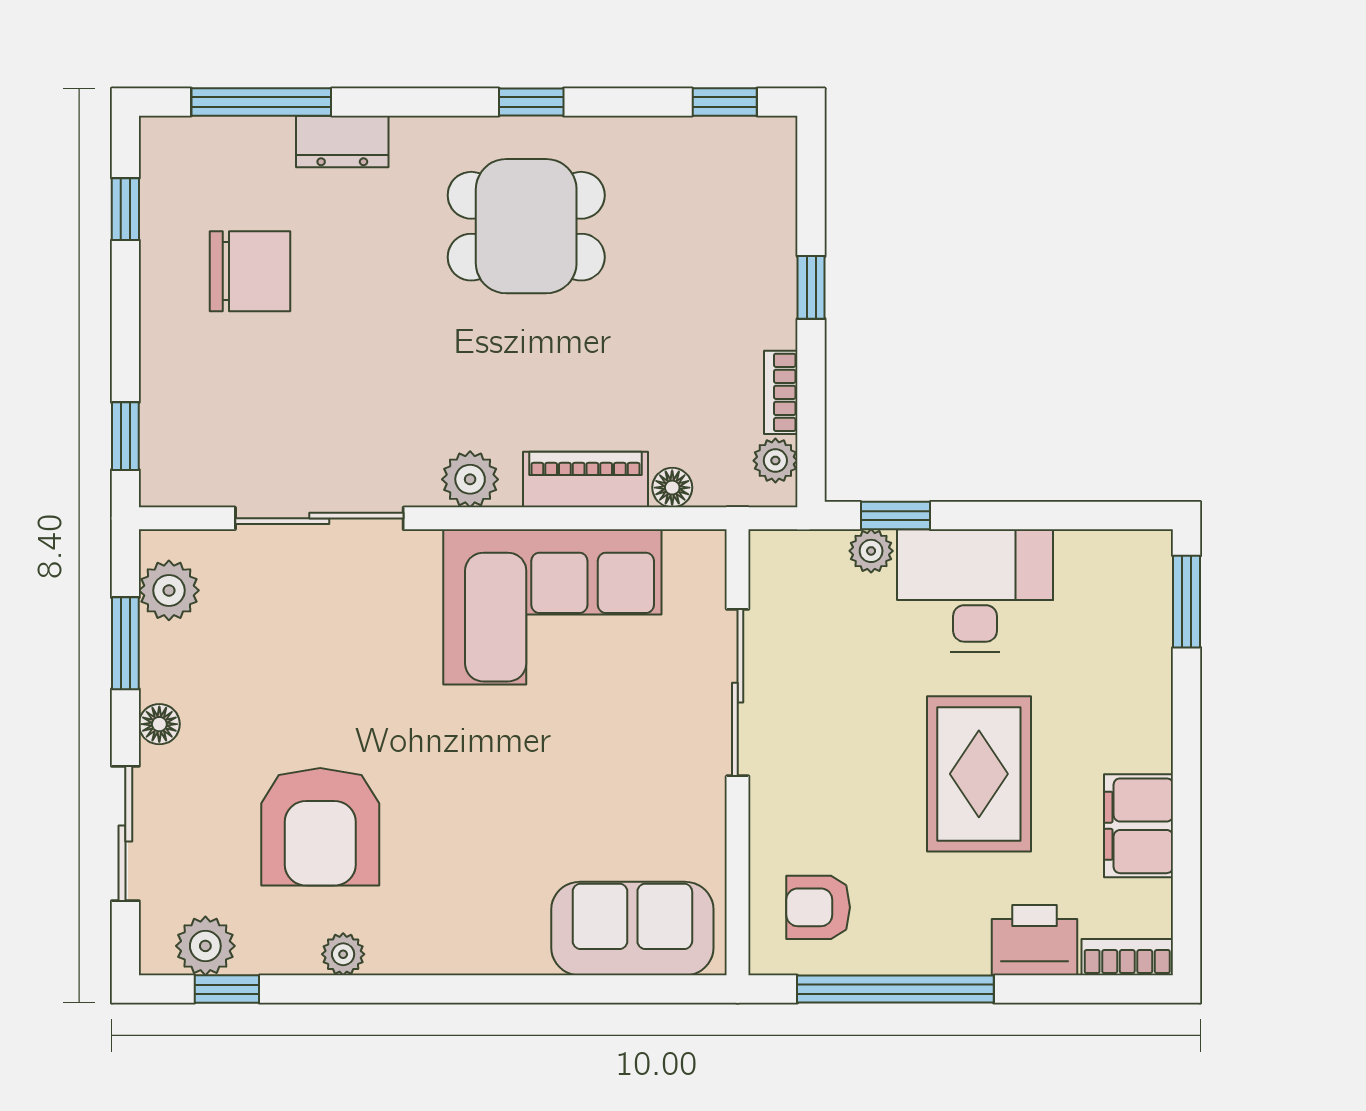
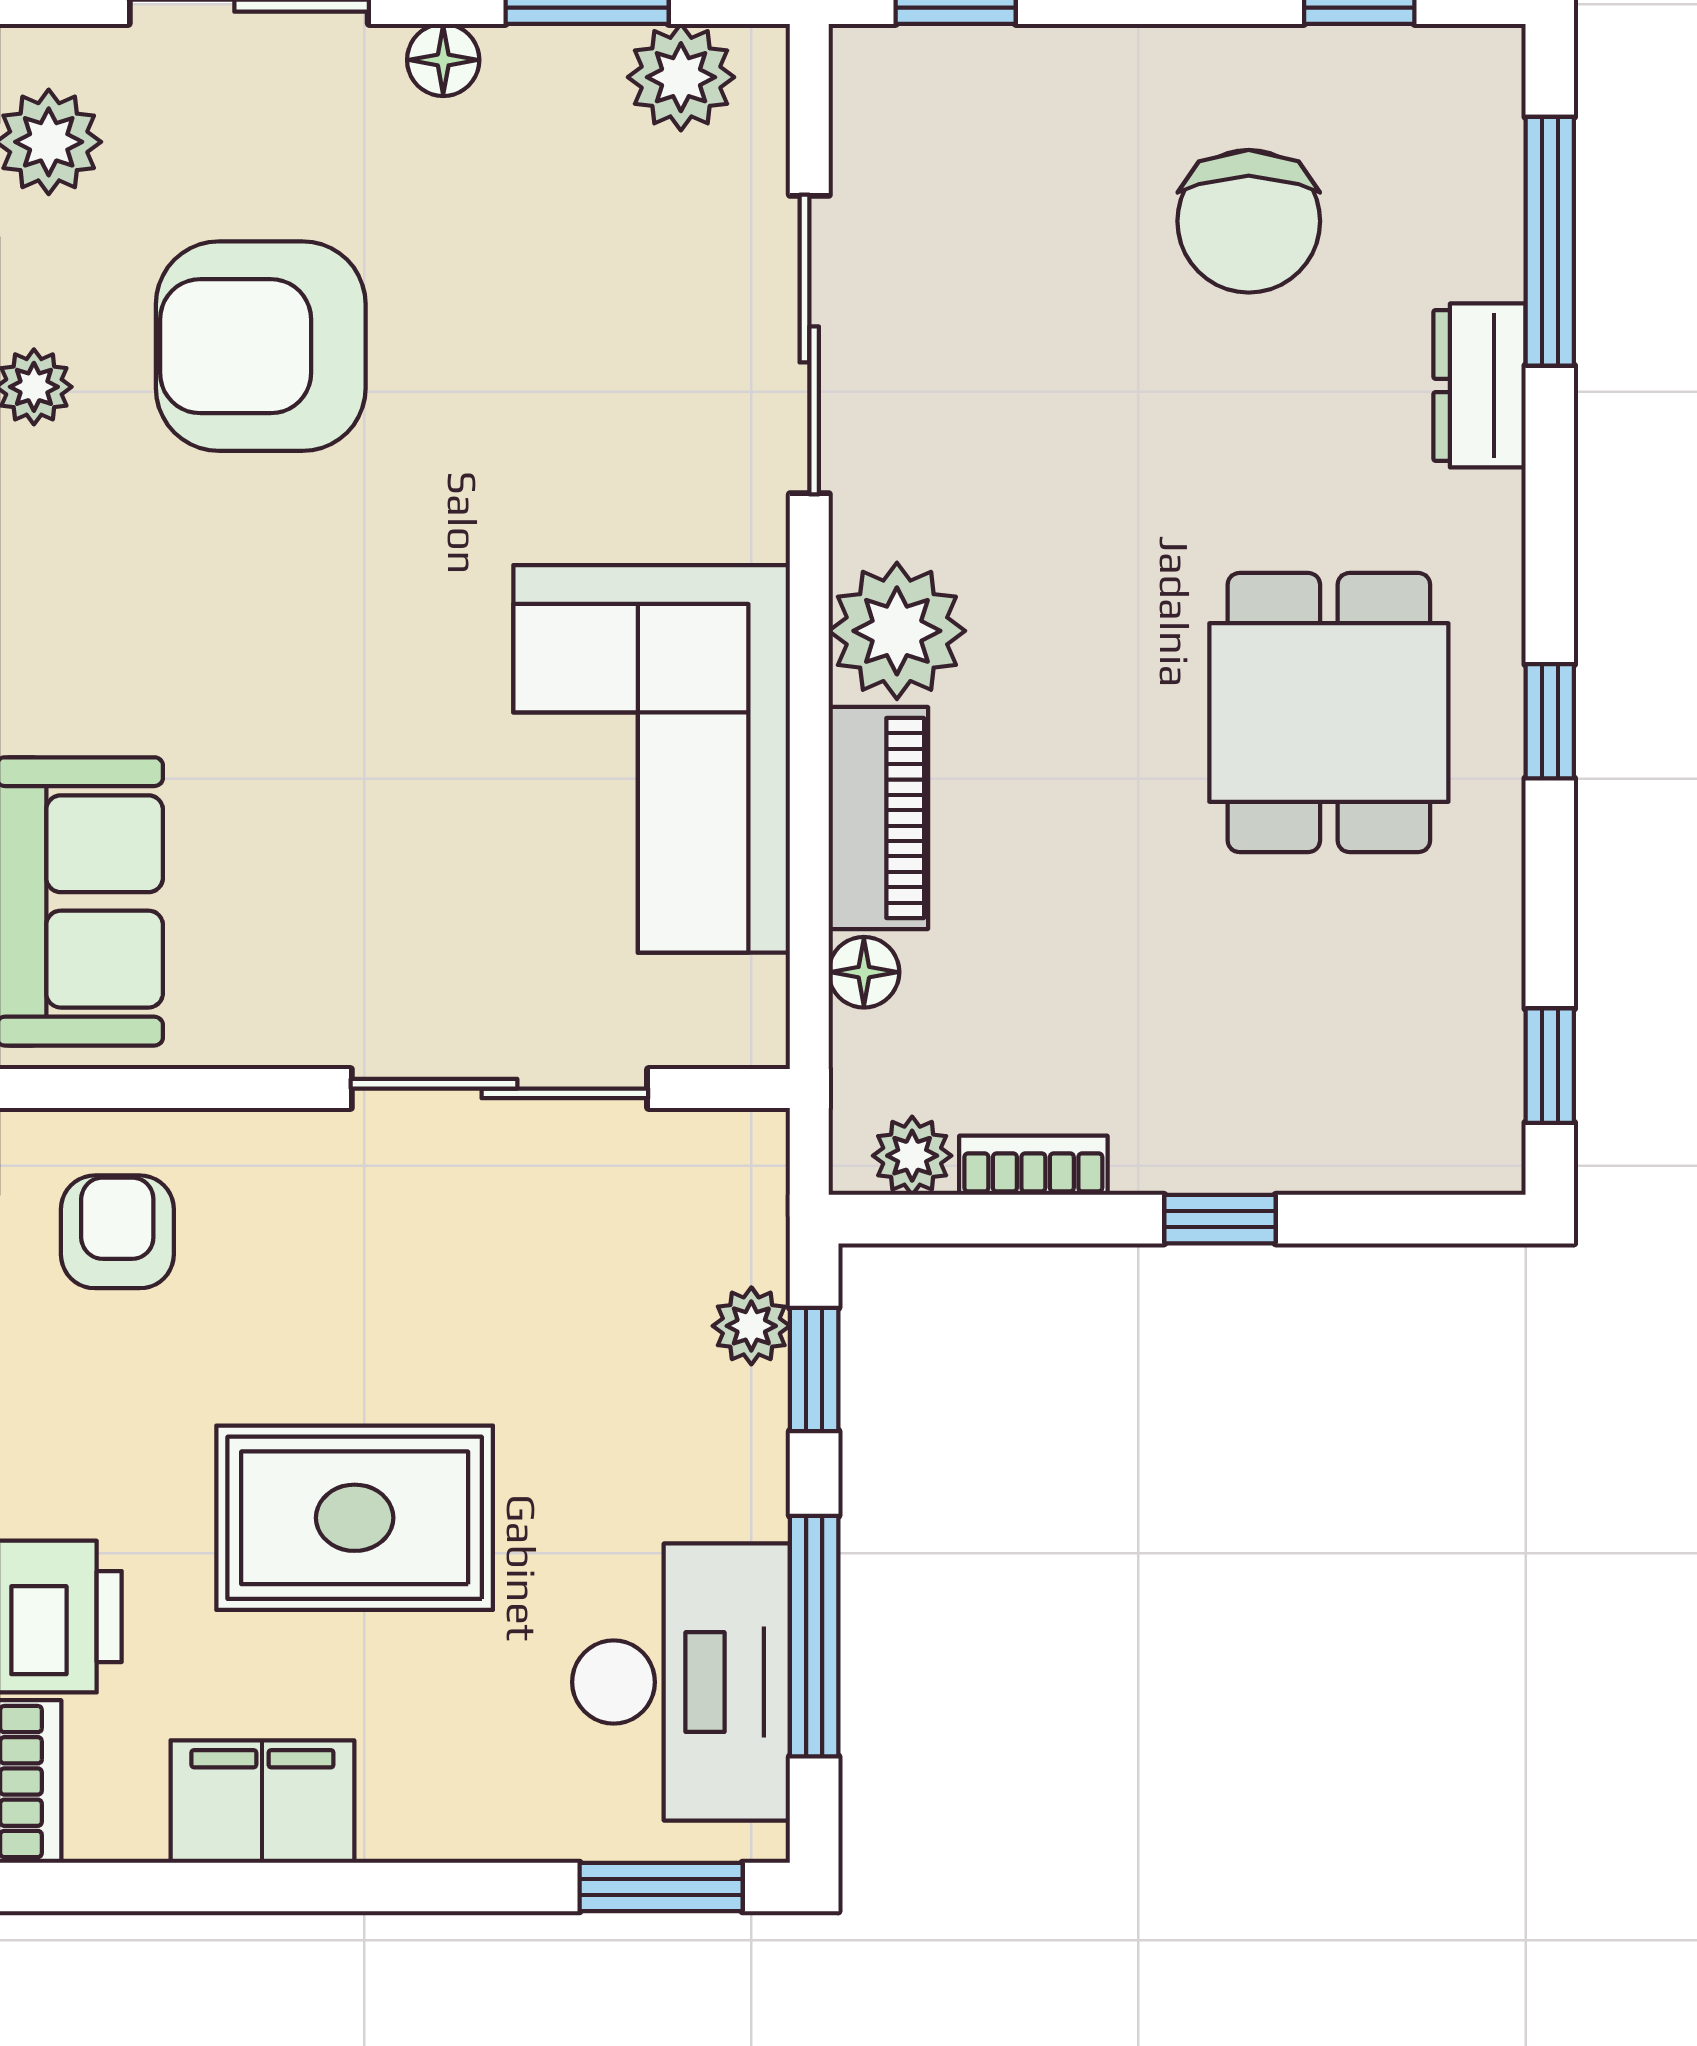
plant: (470, 479) -> (897, 631), width x1.36, depth x1.36
window: (1045, 516) -> (814, 1636), added
desk: (975, 590) -> (681, 1682), moved

